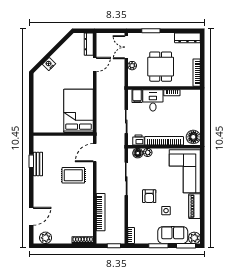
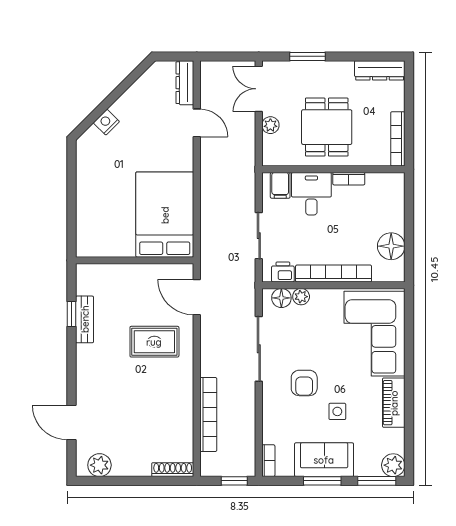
door: (95, 64) -> (197, 123), hinge flipped
floor lamp: (193, 137) -> (391, 246), moved
door: (95, 153) -> (197, 297), hinge flipped
door: (31, 216) -> (71, 423), swing flipped
sofa: (173, 235) -> (324, 460), moved

